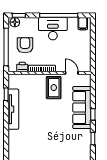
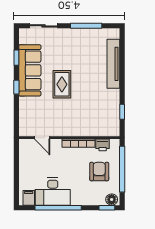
desk: (53, 29) -> (53, 192), moved
armchair: (25, 45) -> (99, 172), turned 180
rug: (54, 88) -> (62, 84), moved
sofa: (82, 108) -> (30, 70), moved
tv unit: (13, 109) -> (113, 64), moved

